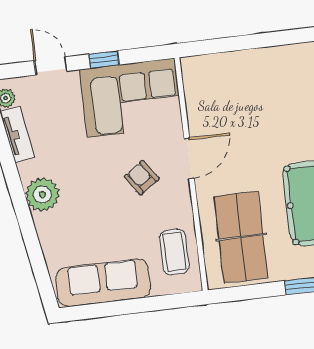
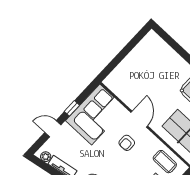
armchair: (142, 178) -> (127, 143), turned -55

